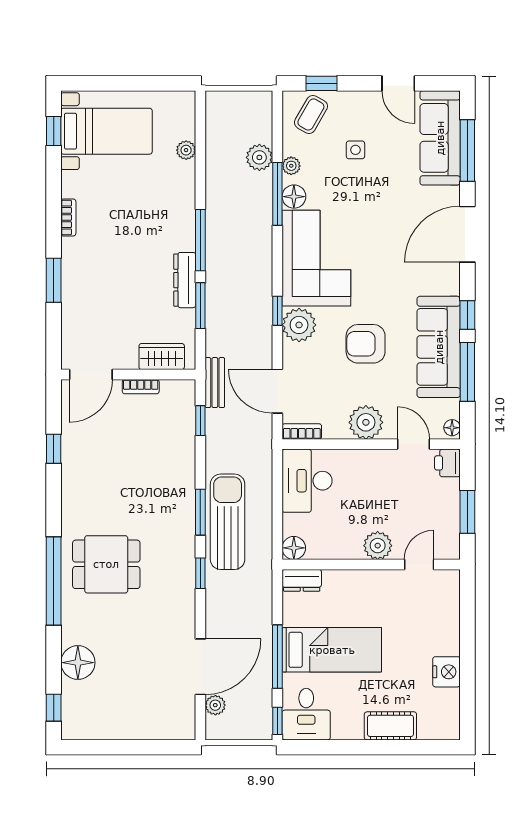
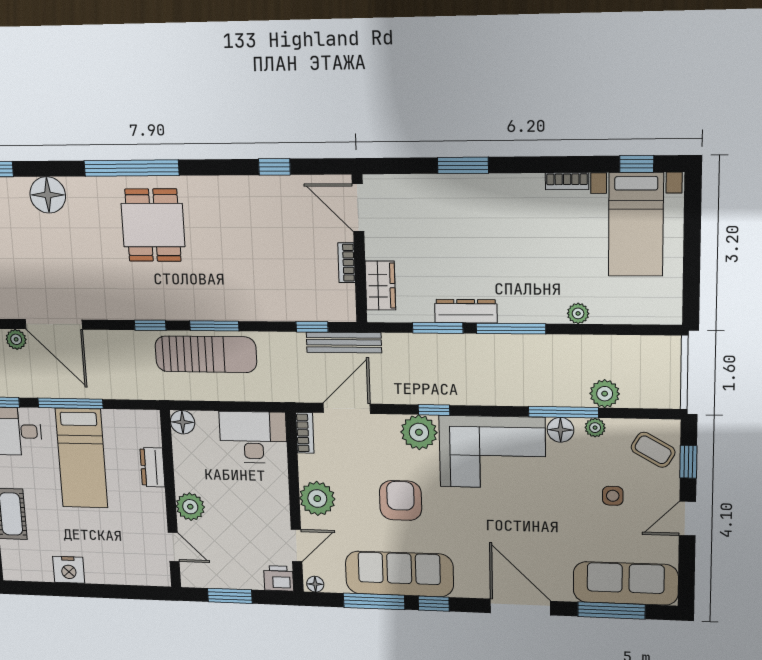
door: (398, 83) -> (687, 519), moved
plant: (186, 150) -> (578, 313), moved
bookcase: (68, 217) -> (567, 181), moved
bench: (215, 383) -> (344, 342), width x1.36
dresser: (302, 580) -> (152, 467), moved

